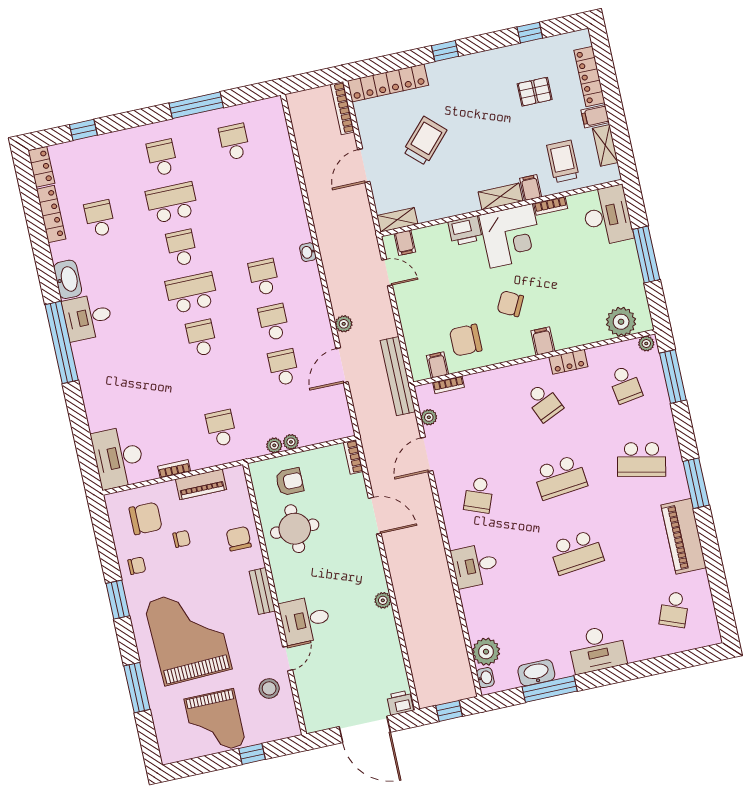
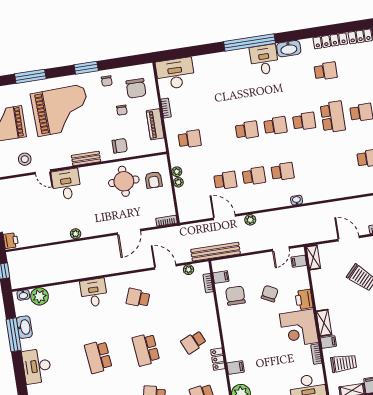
school desk: (192, 293) -> (275, 126), width x0.54
chair: (510, 304) -> (270, 294), moved
filing cabinet: (543, 341) -> (236, 368), moved

